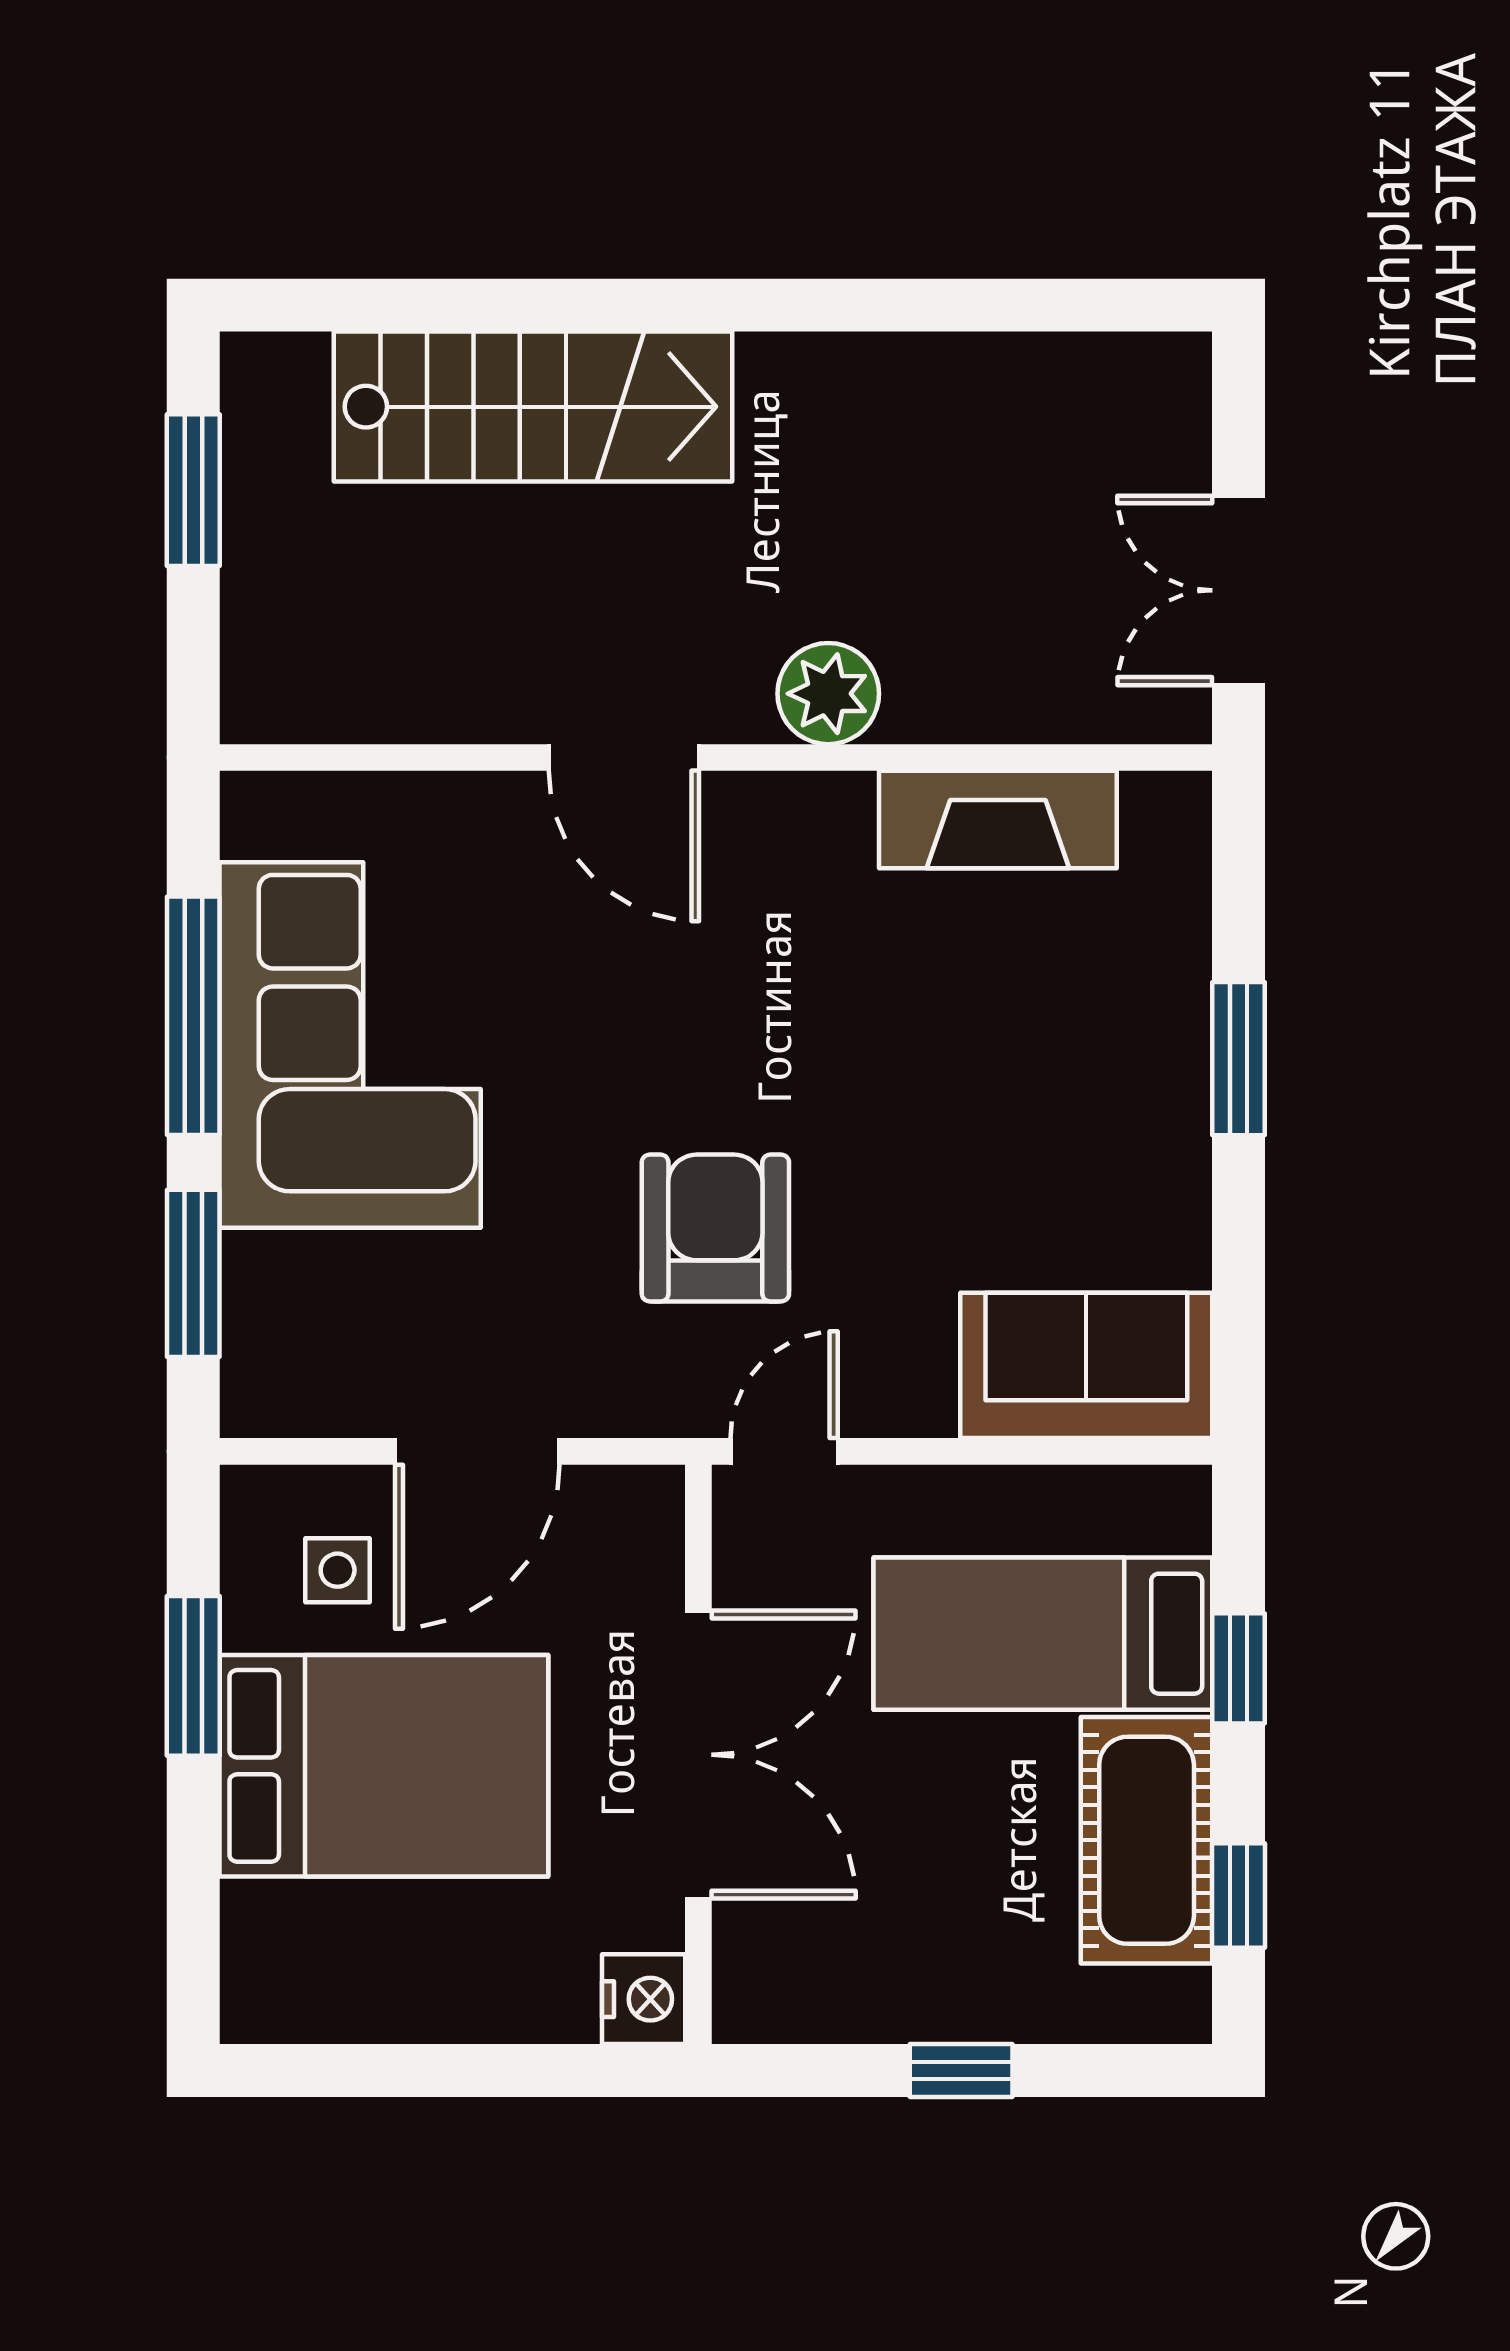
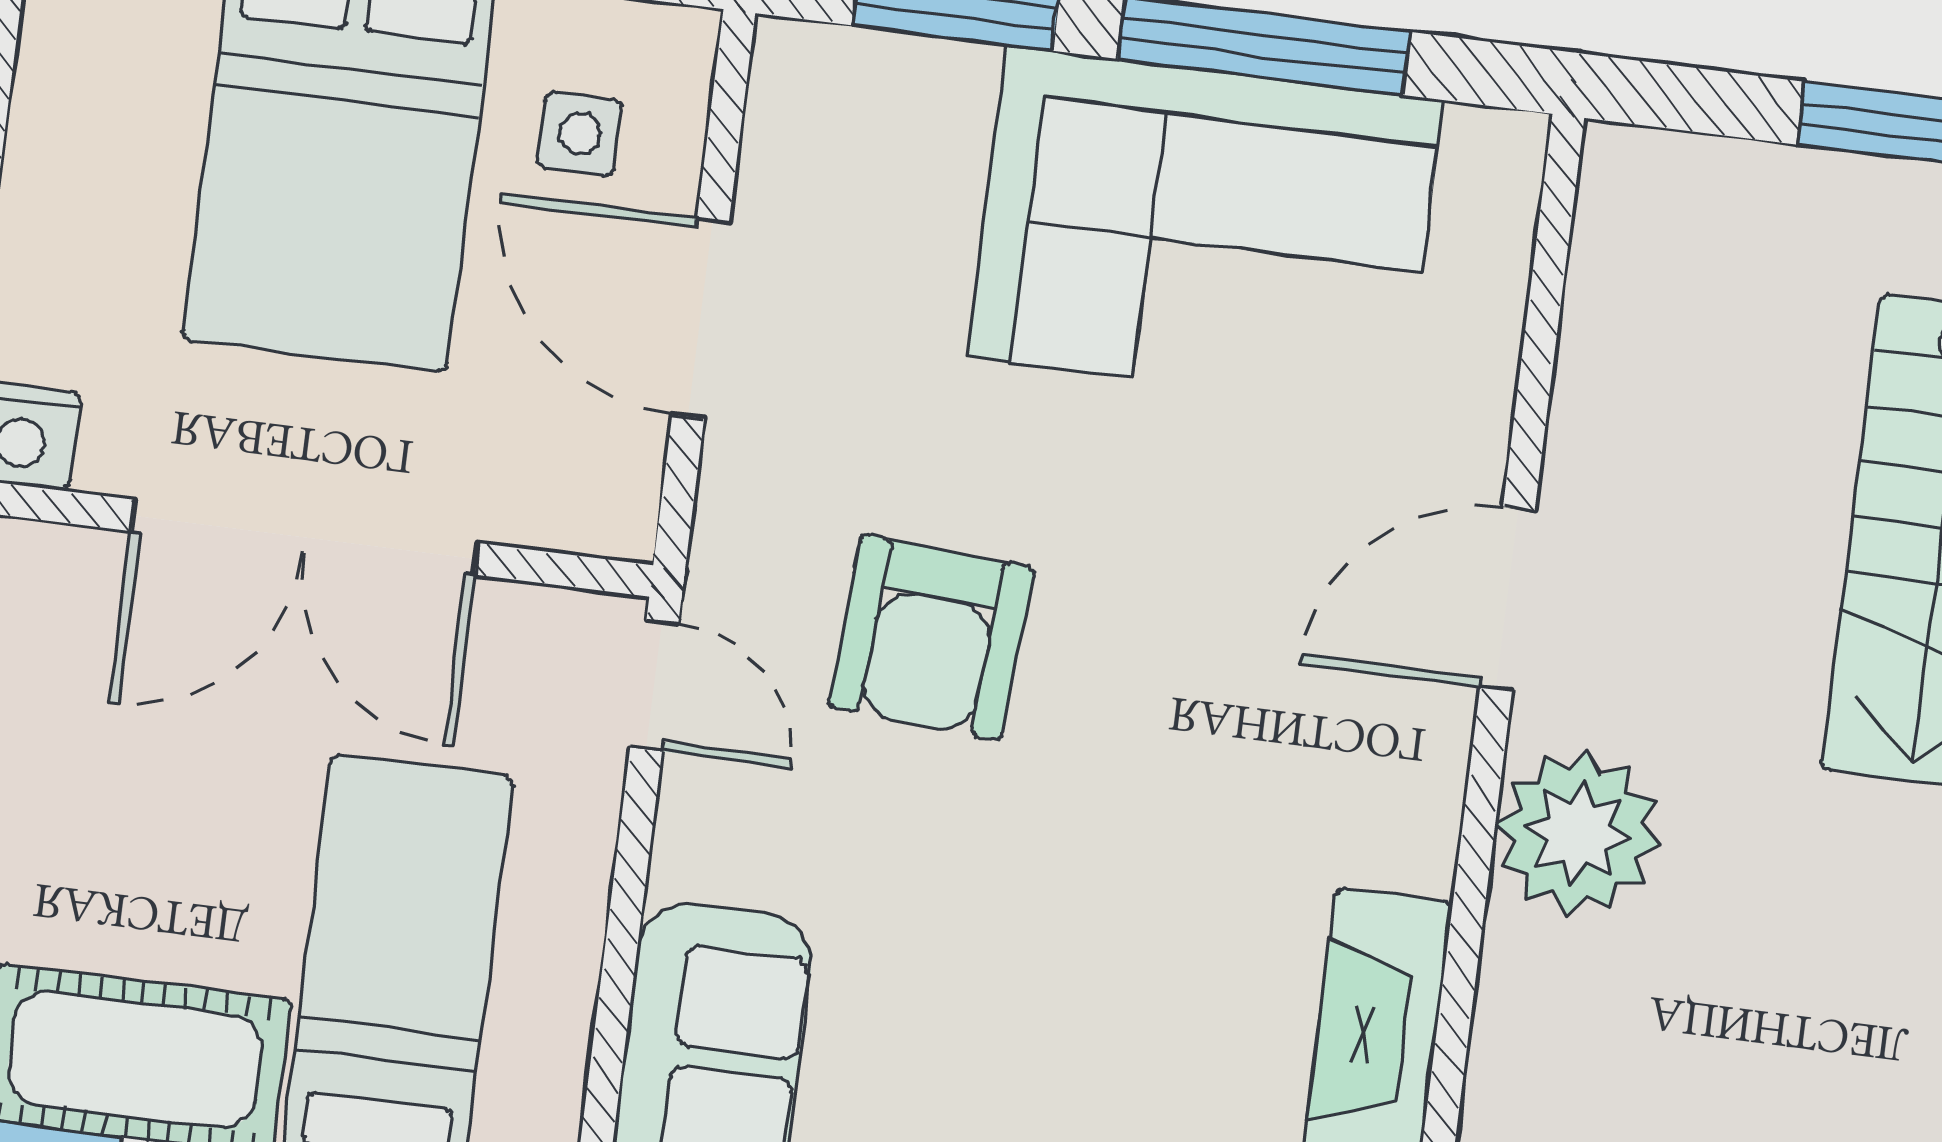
plant: (828, 694) -> (1578, 833), width x1.36, depth x1.36
armchair: (715, 1228) -> (931, 637), turned 94

